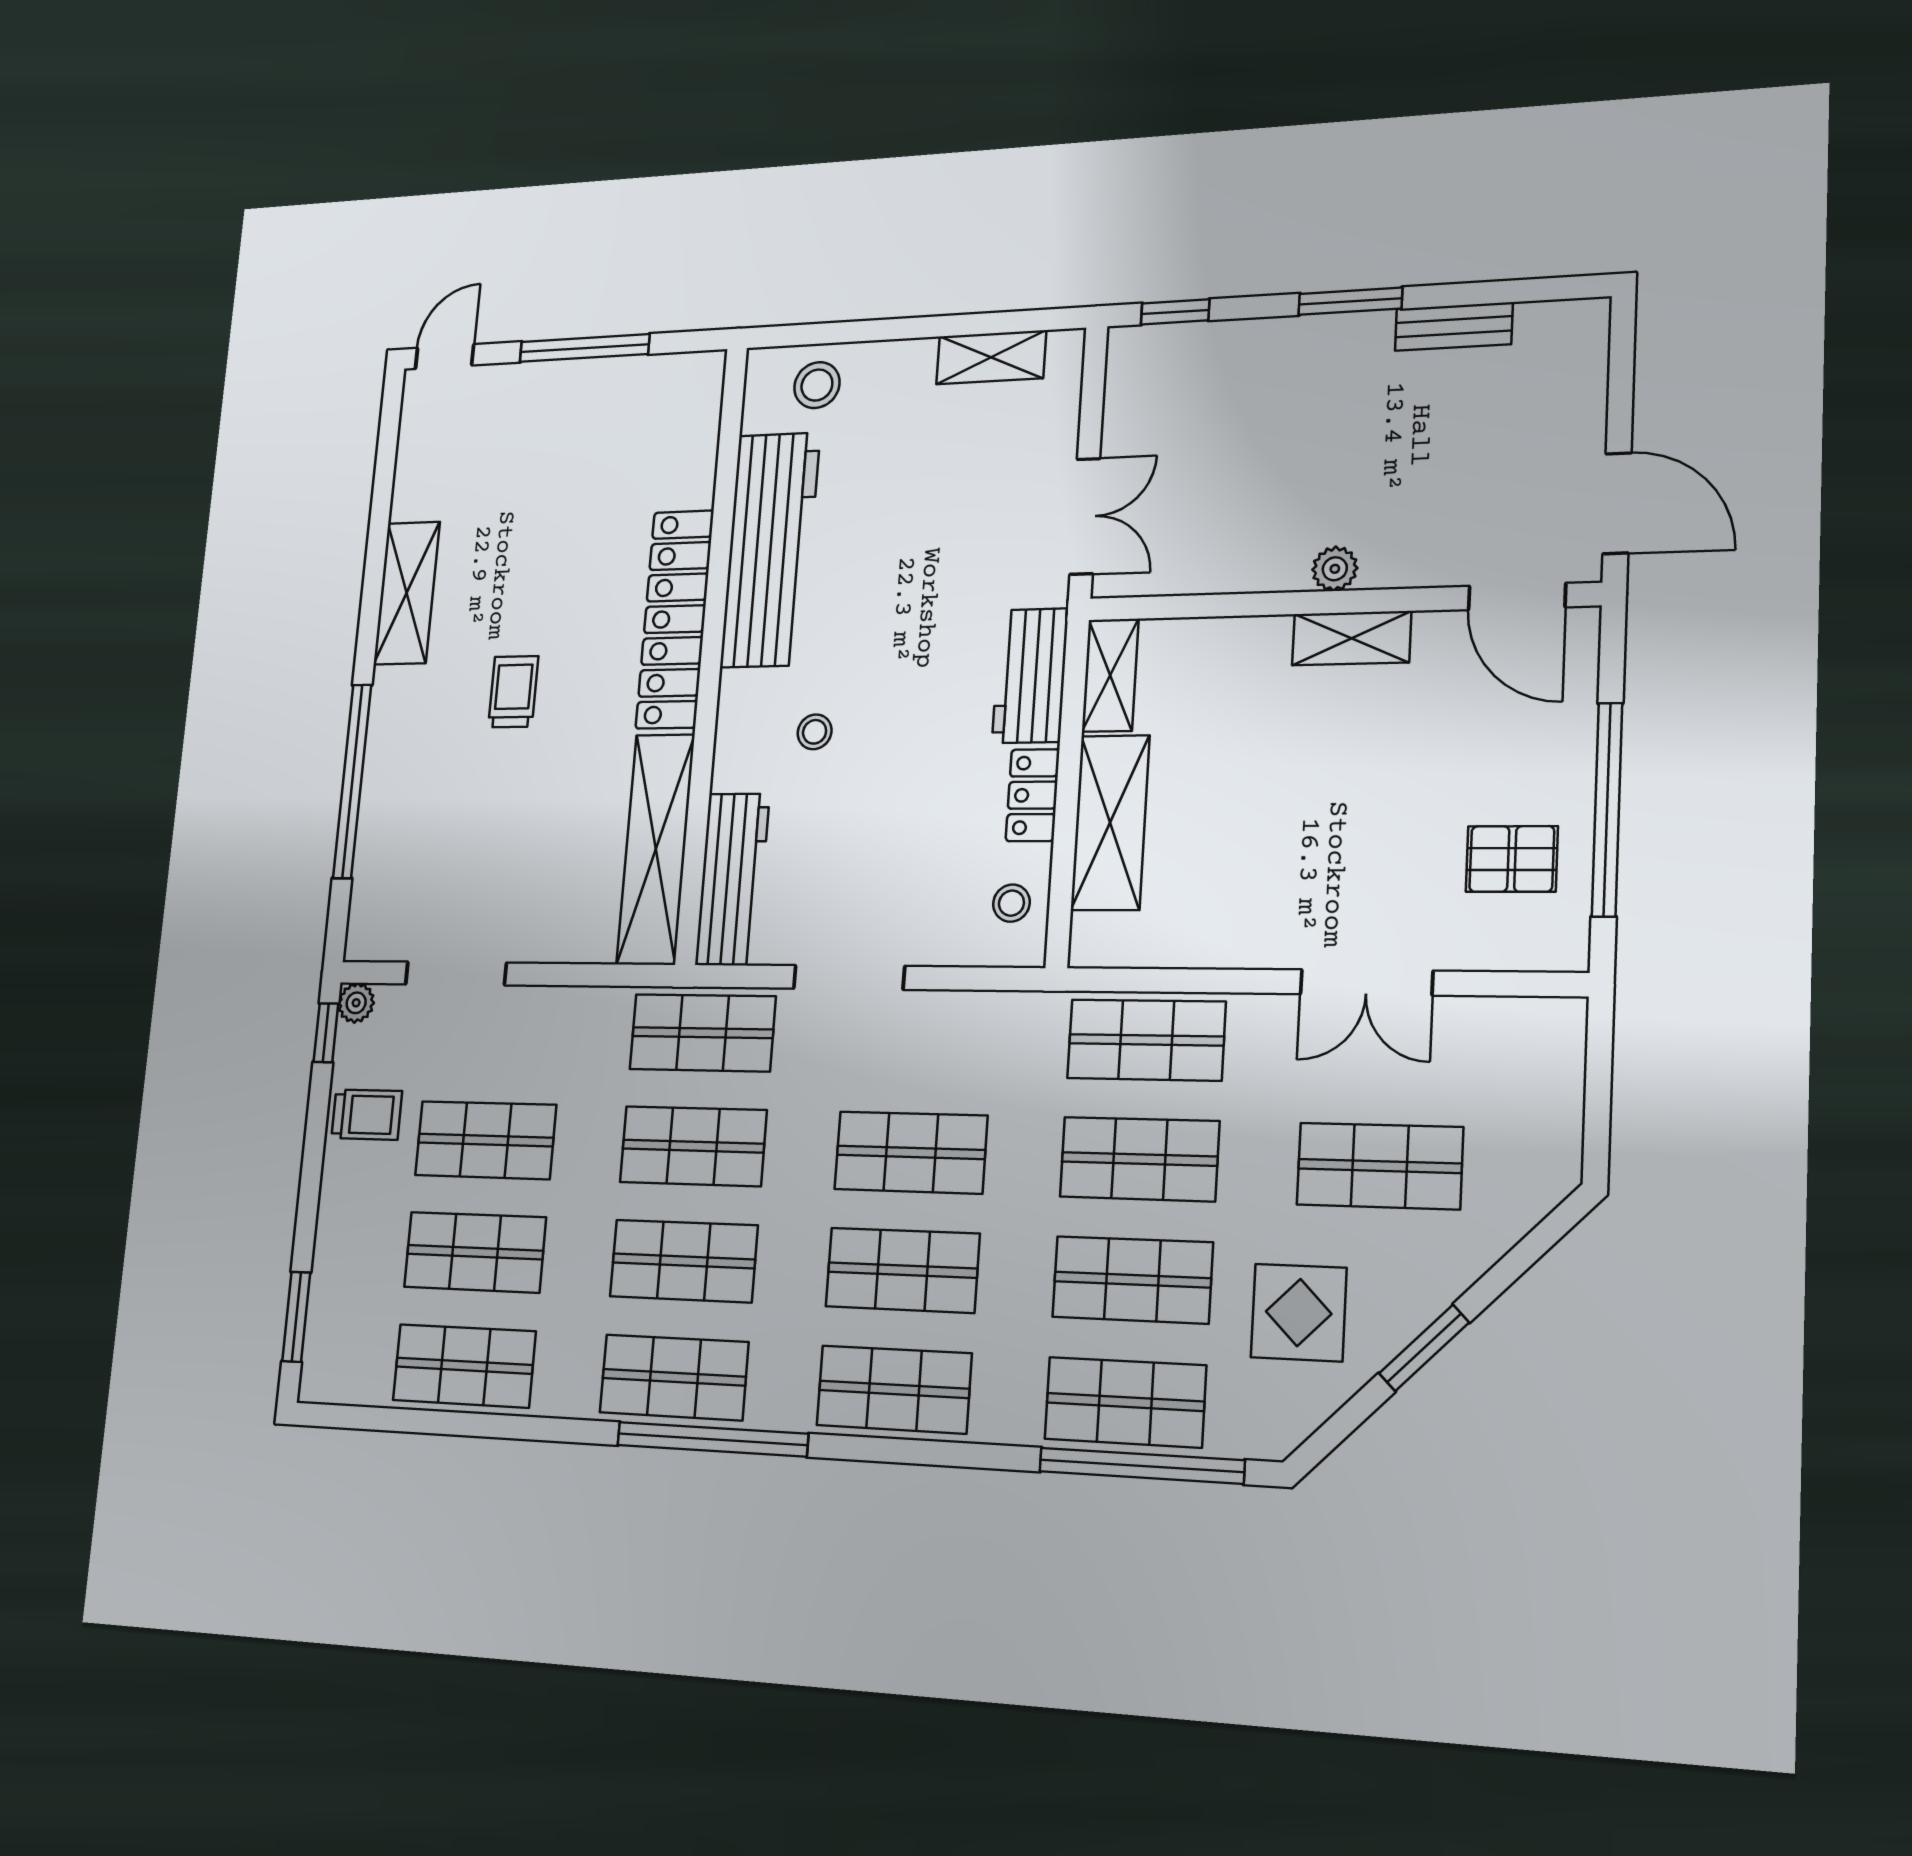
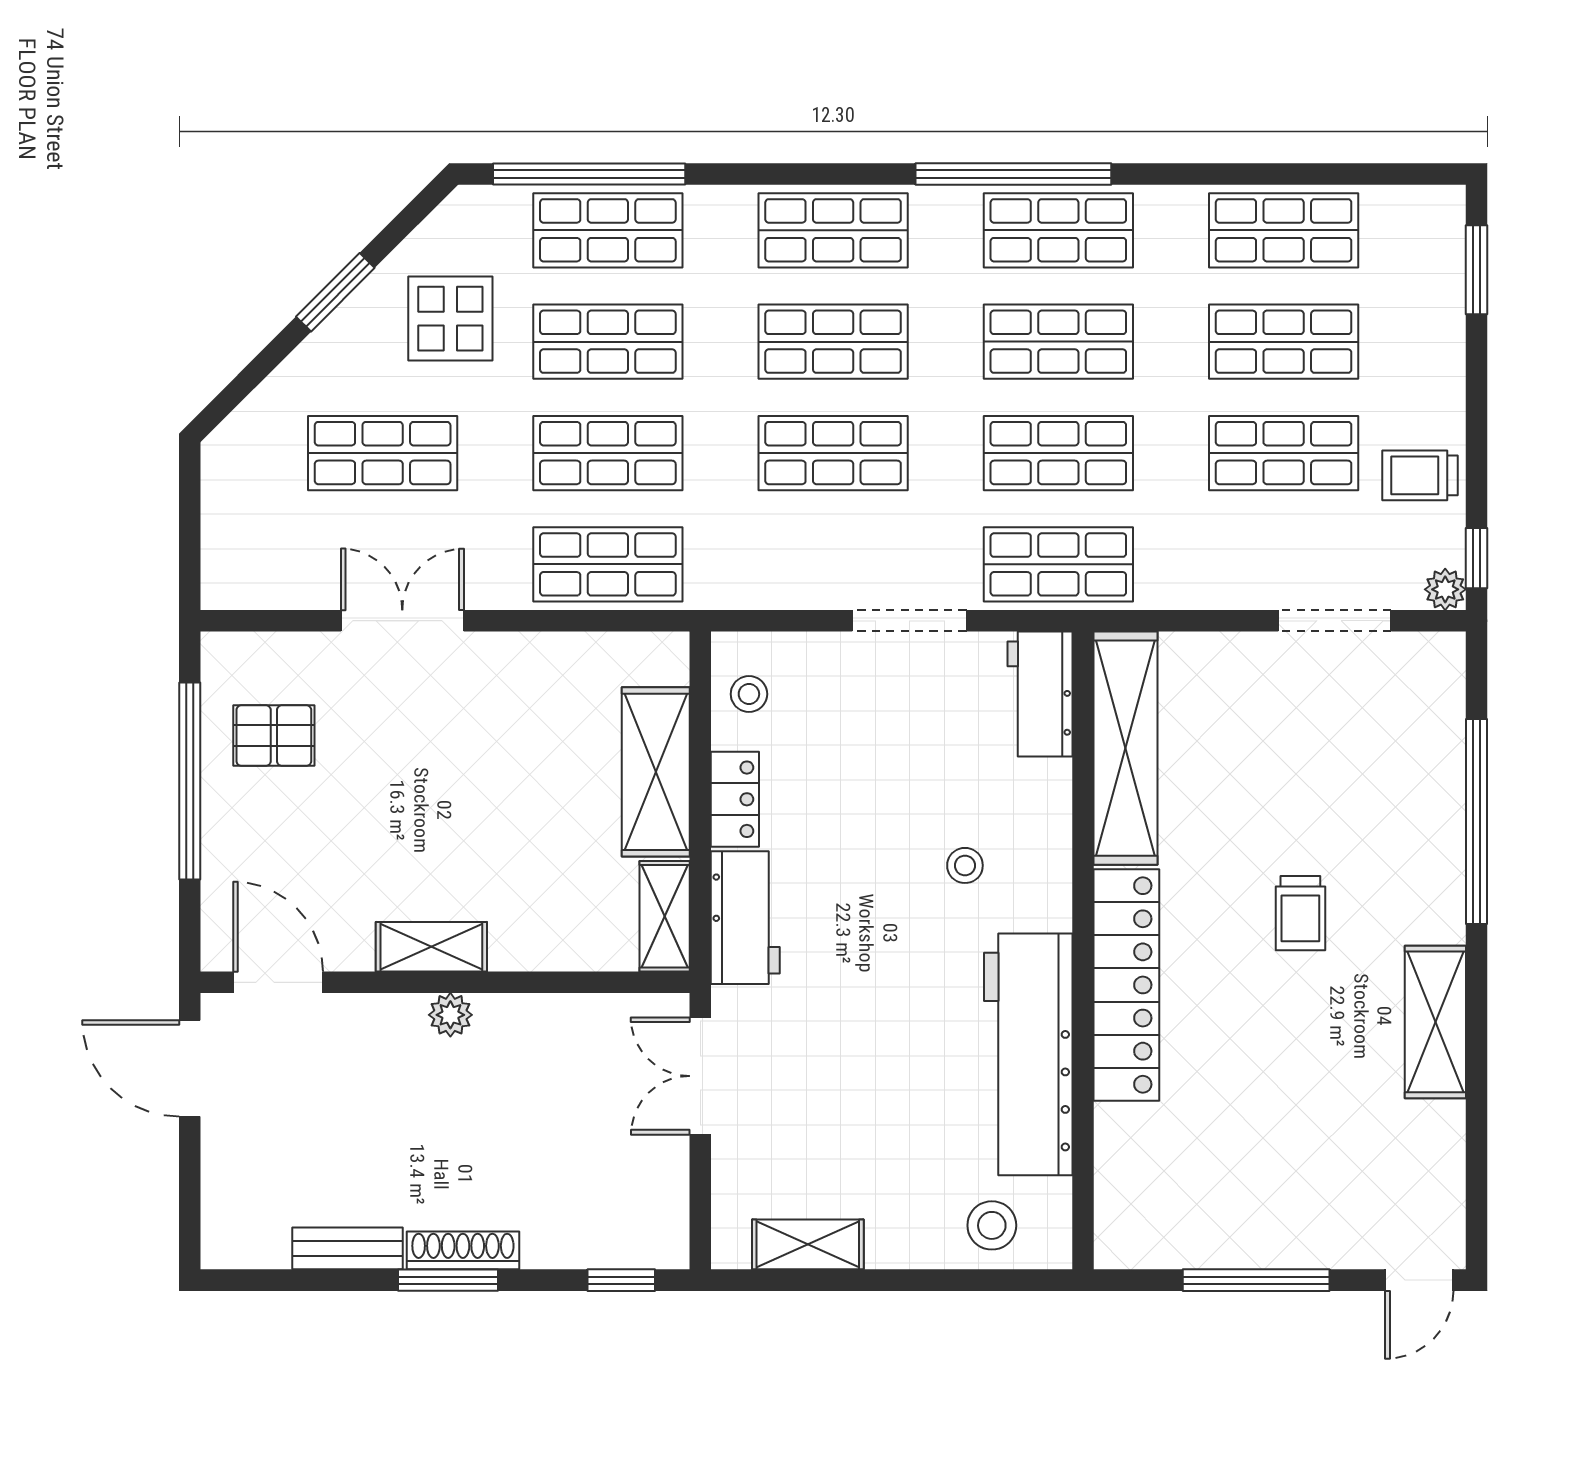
shoe rack: (1334, 332) -> (463, 1250), added
workbench: (732, 879) -> (1040, 694), width x0.73

